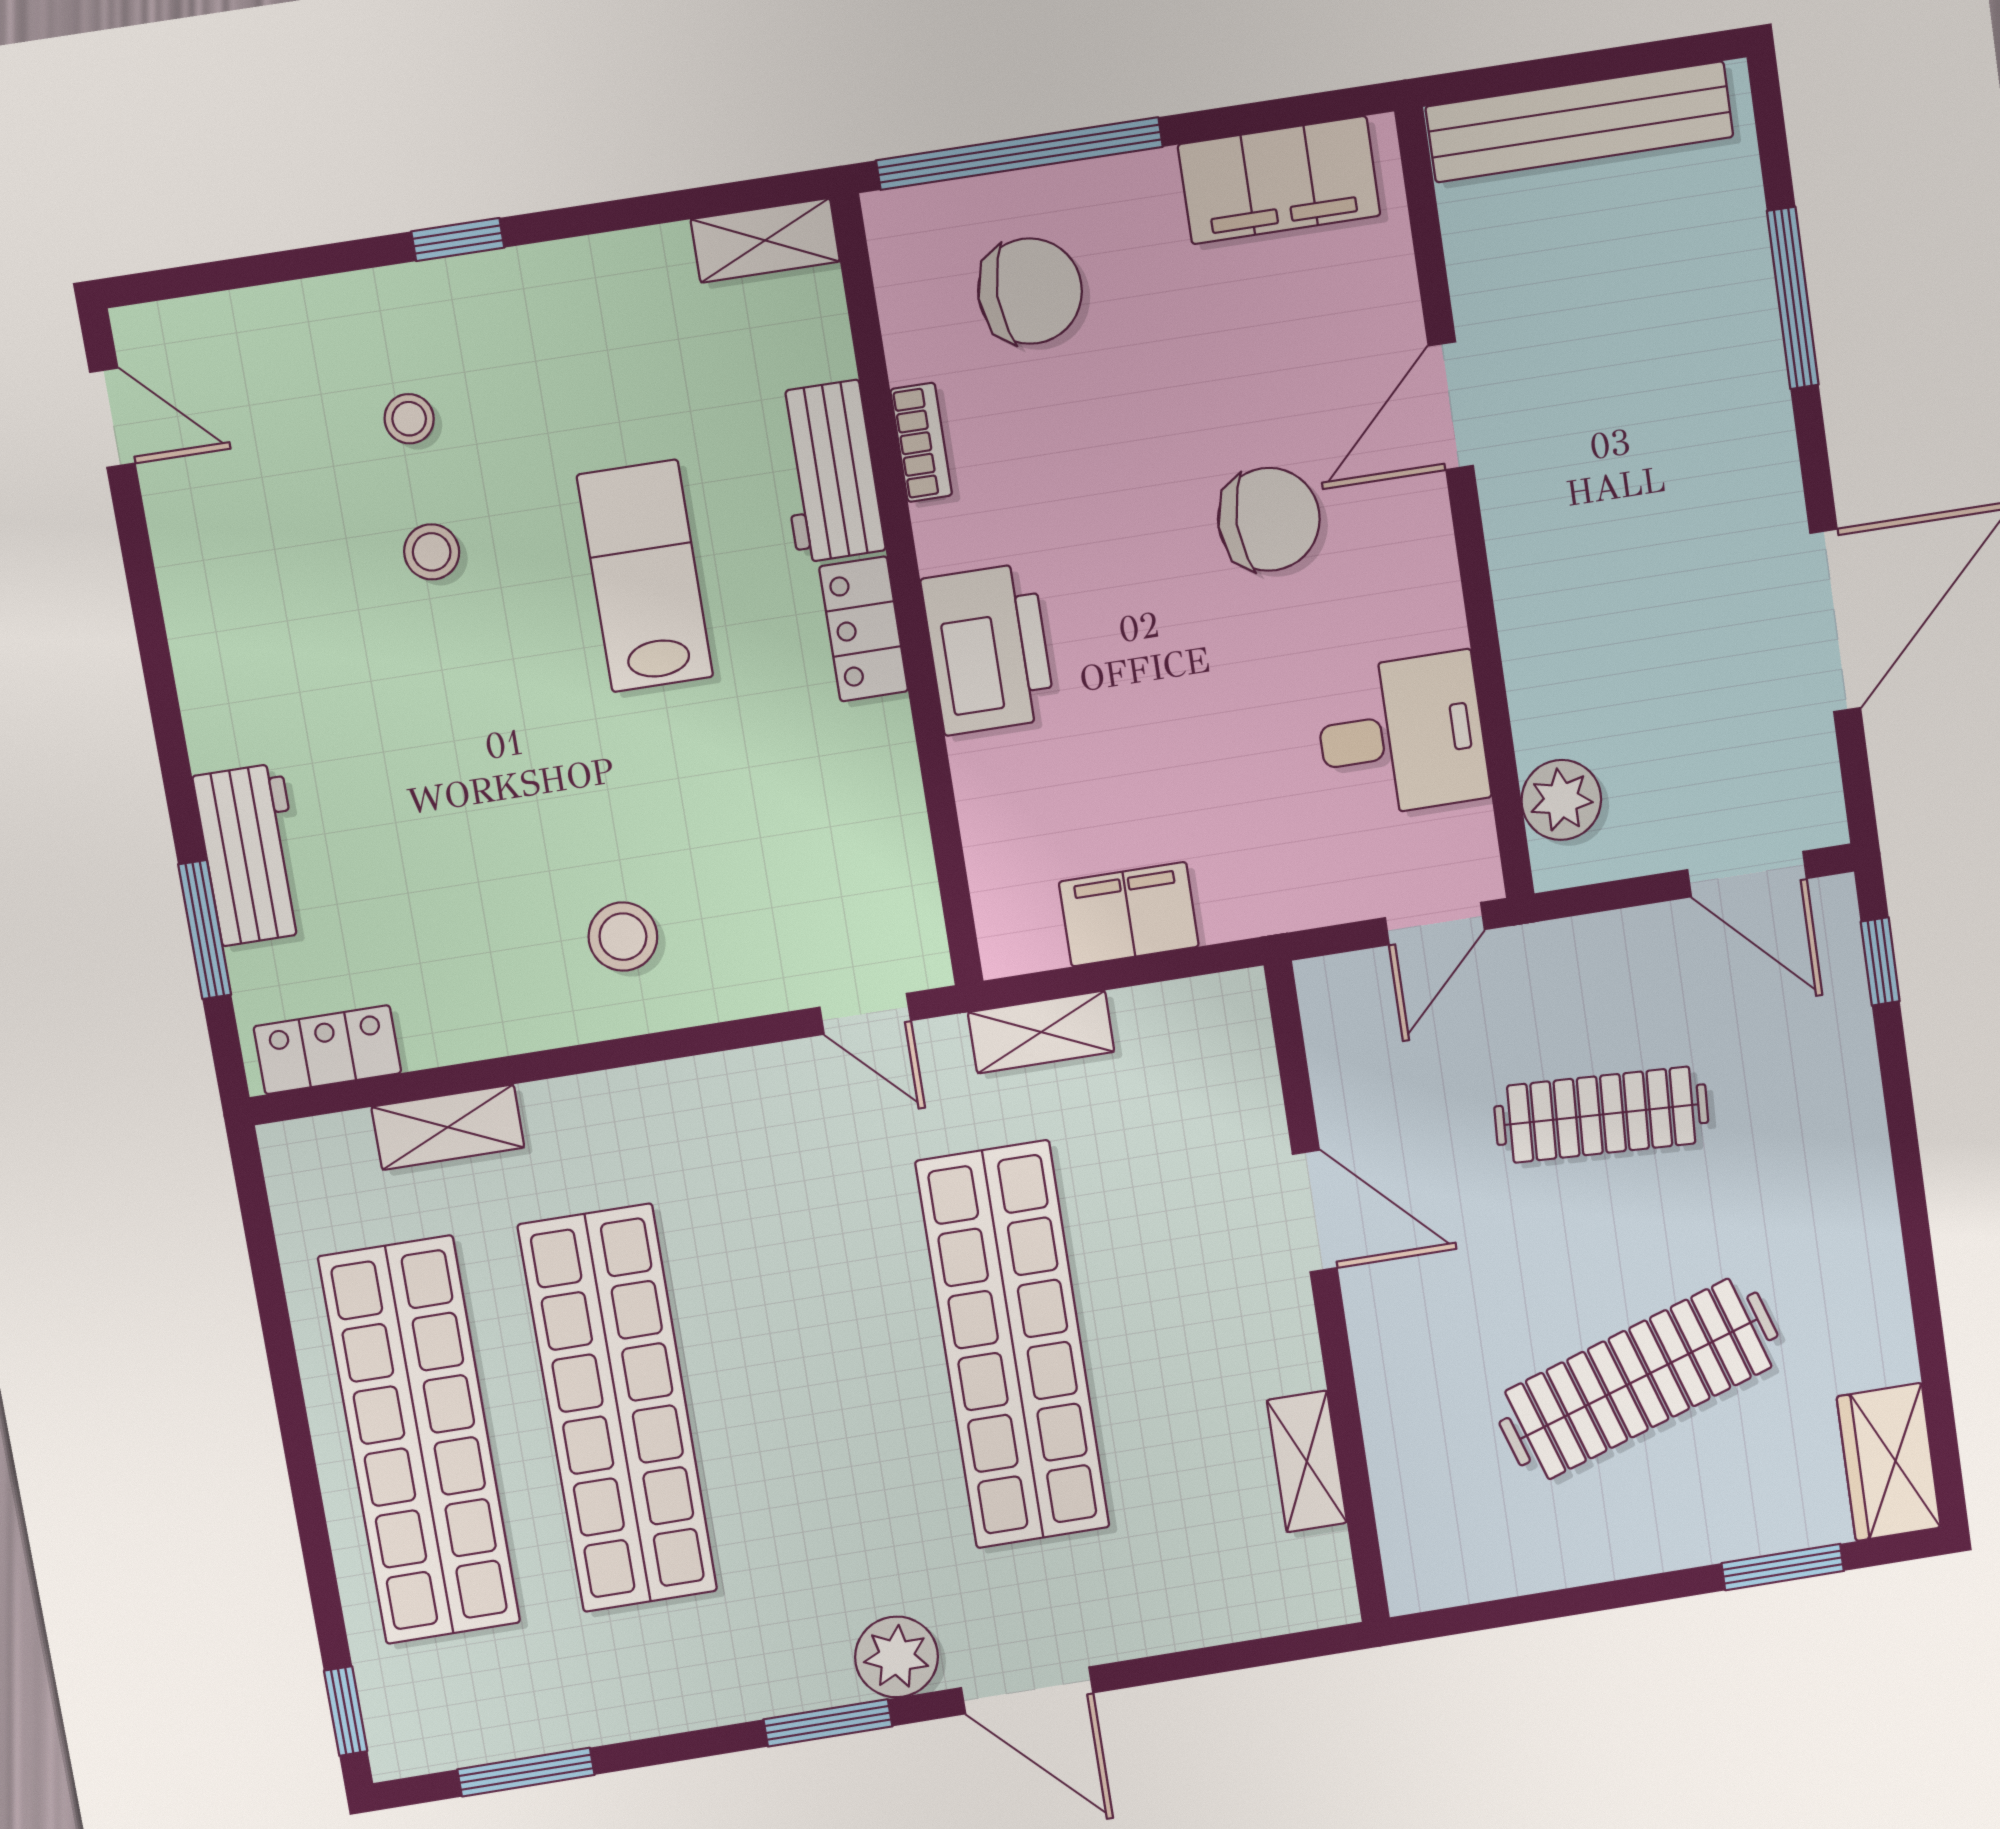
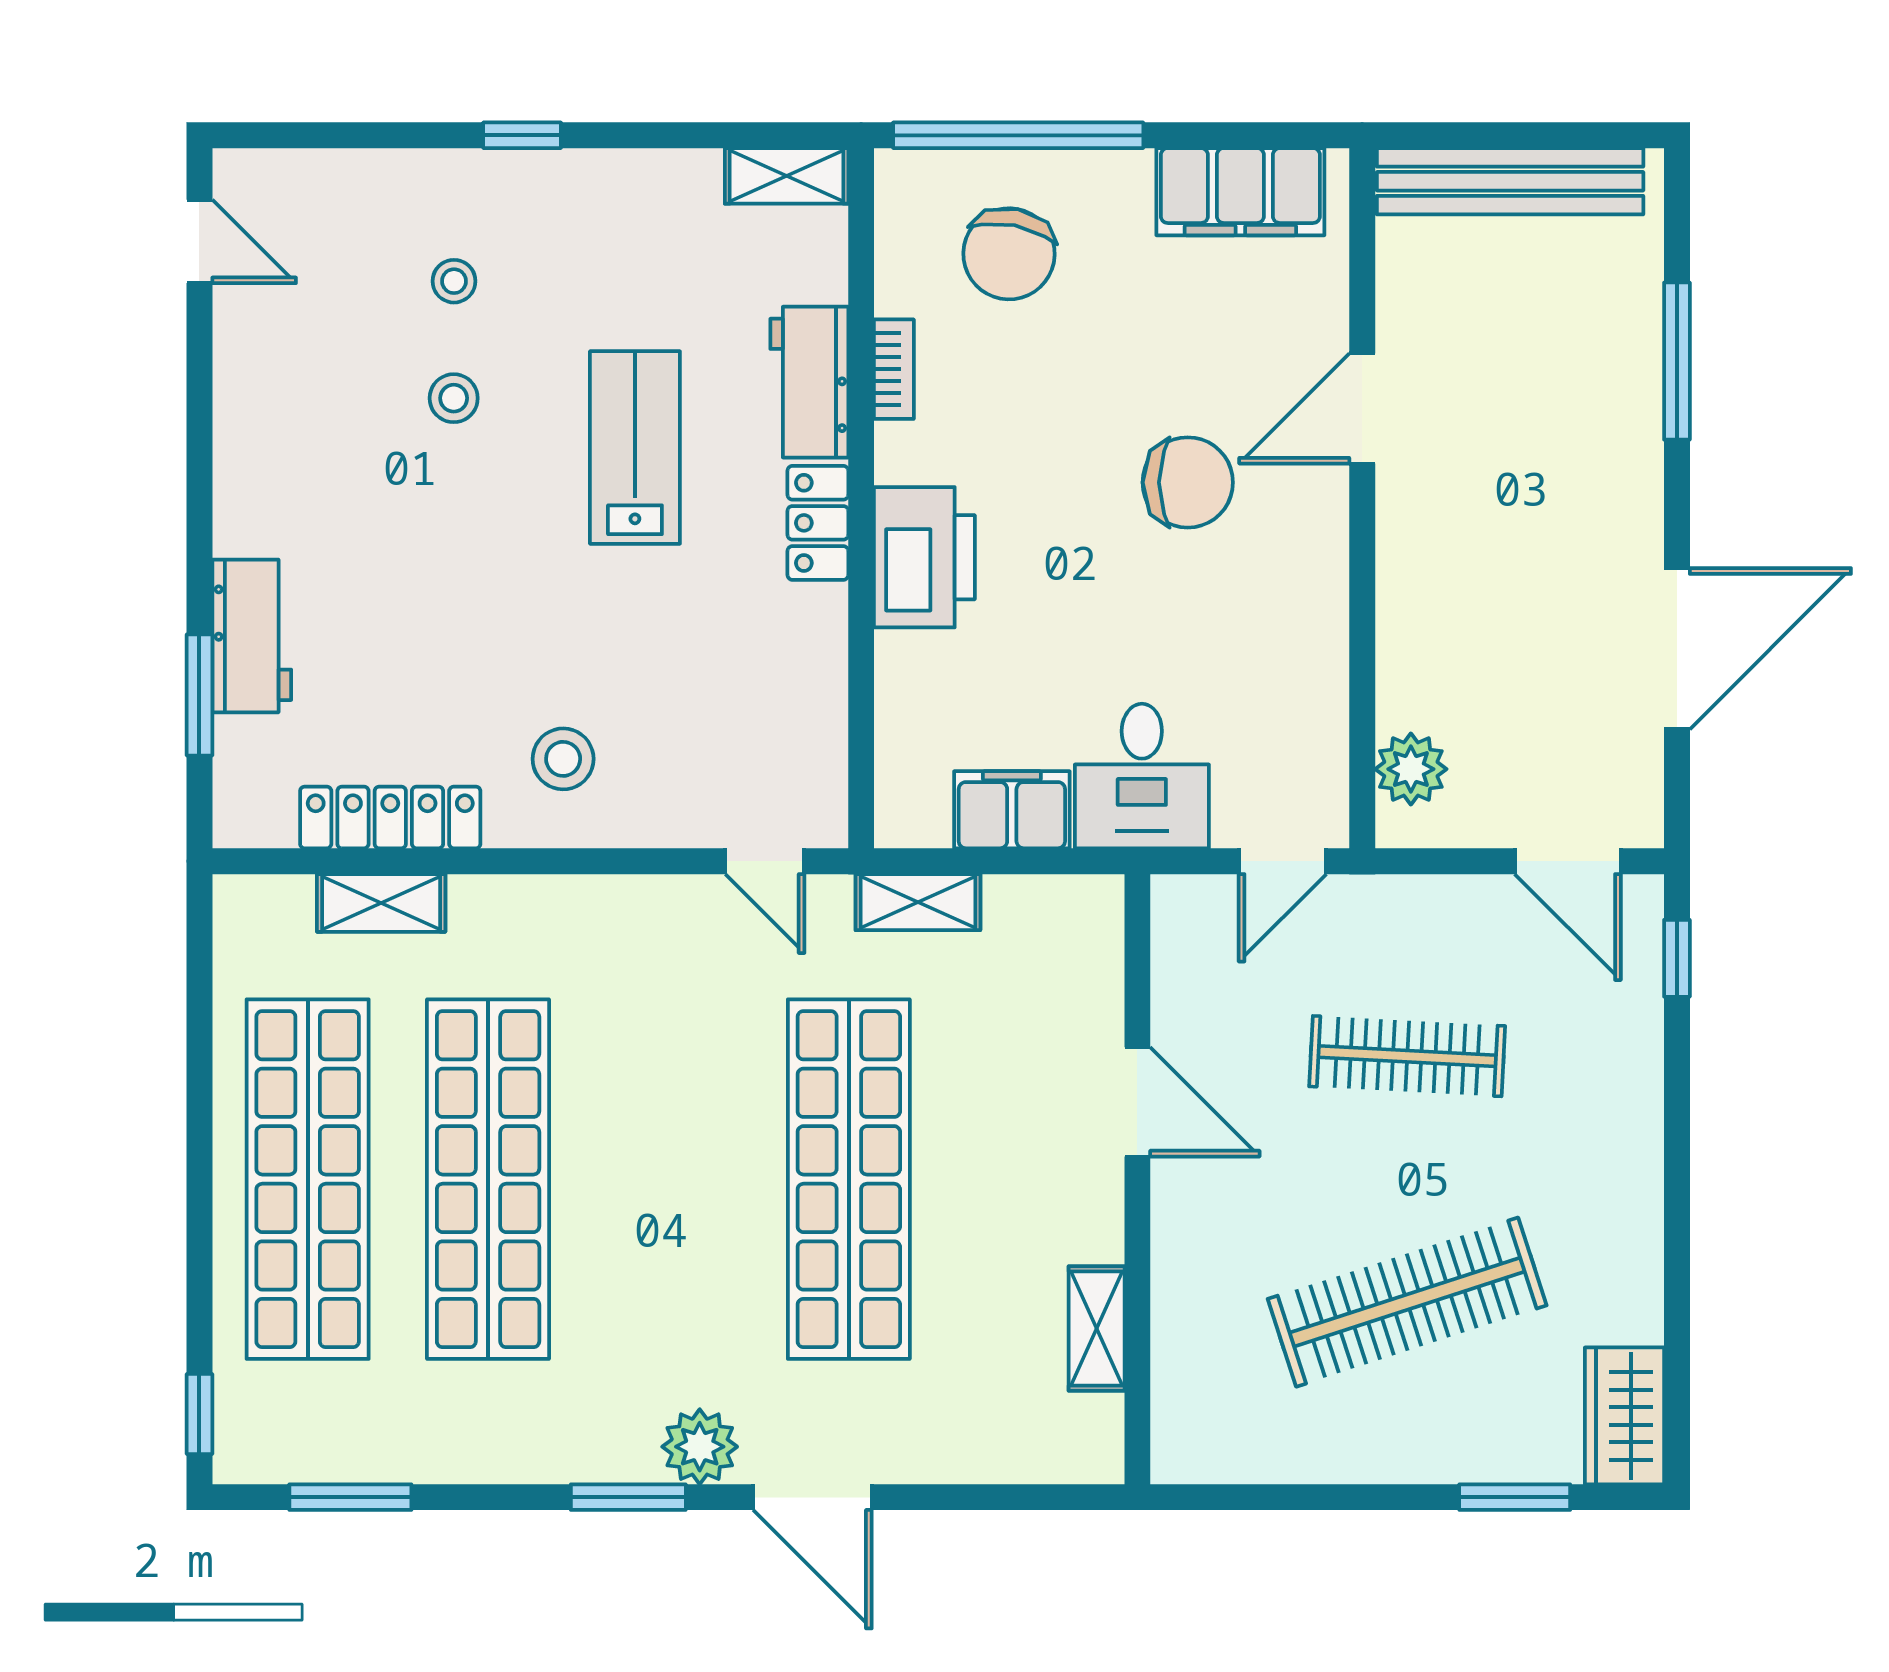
chair: (1030, 291) -> (1009, 254), turned 101
desk: (1402, 735) -> (1142, 776), moved, turned 90
locker: (327, 1050) -> (390, 817), moved, width x1.53

